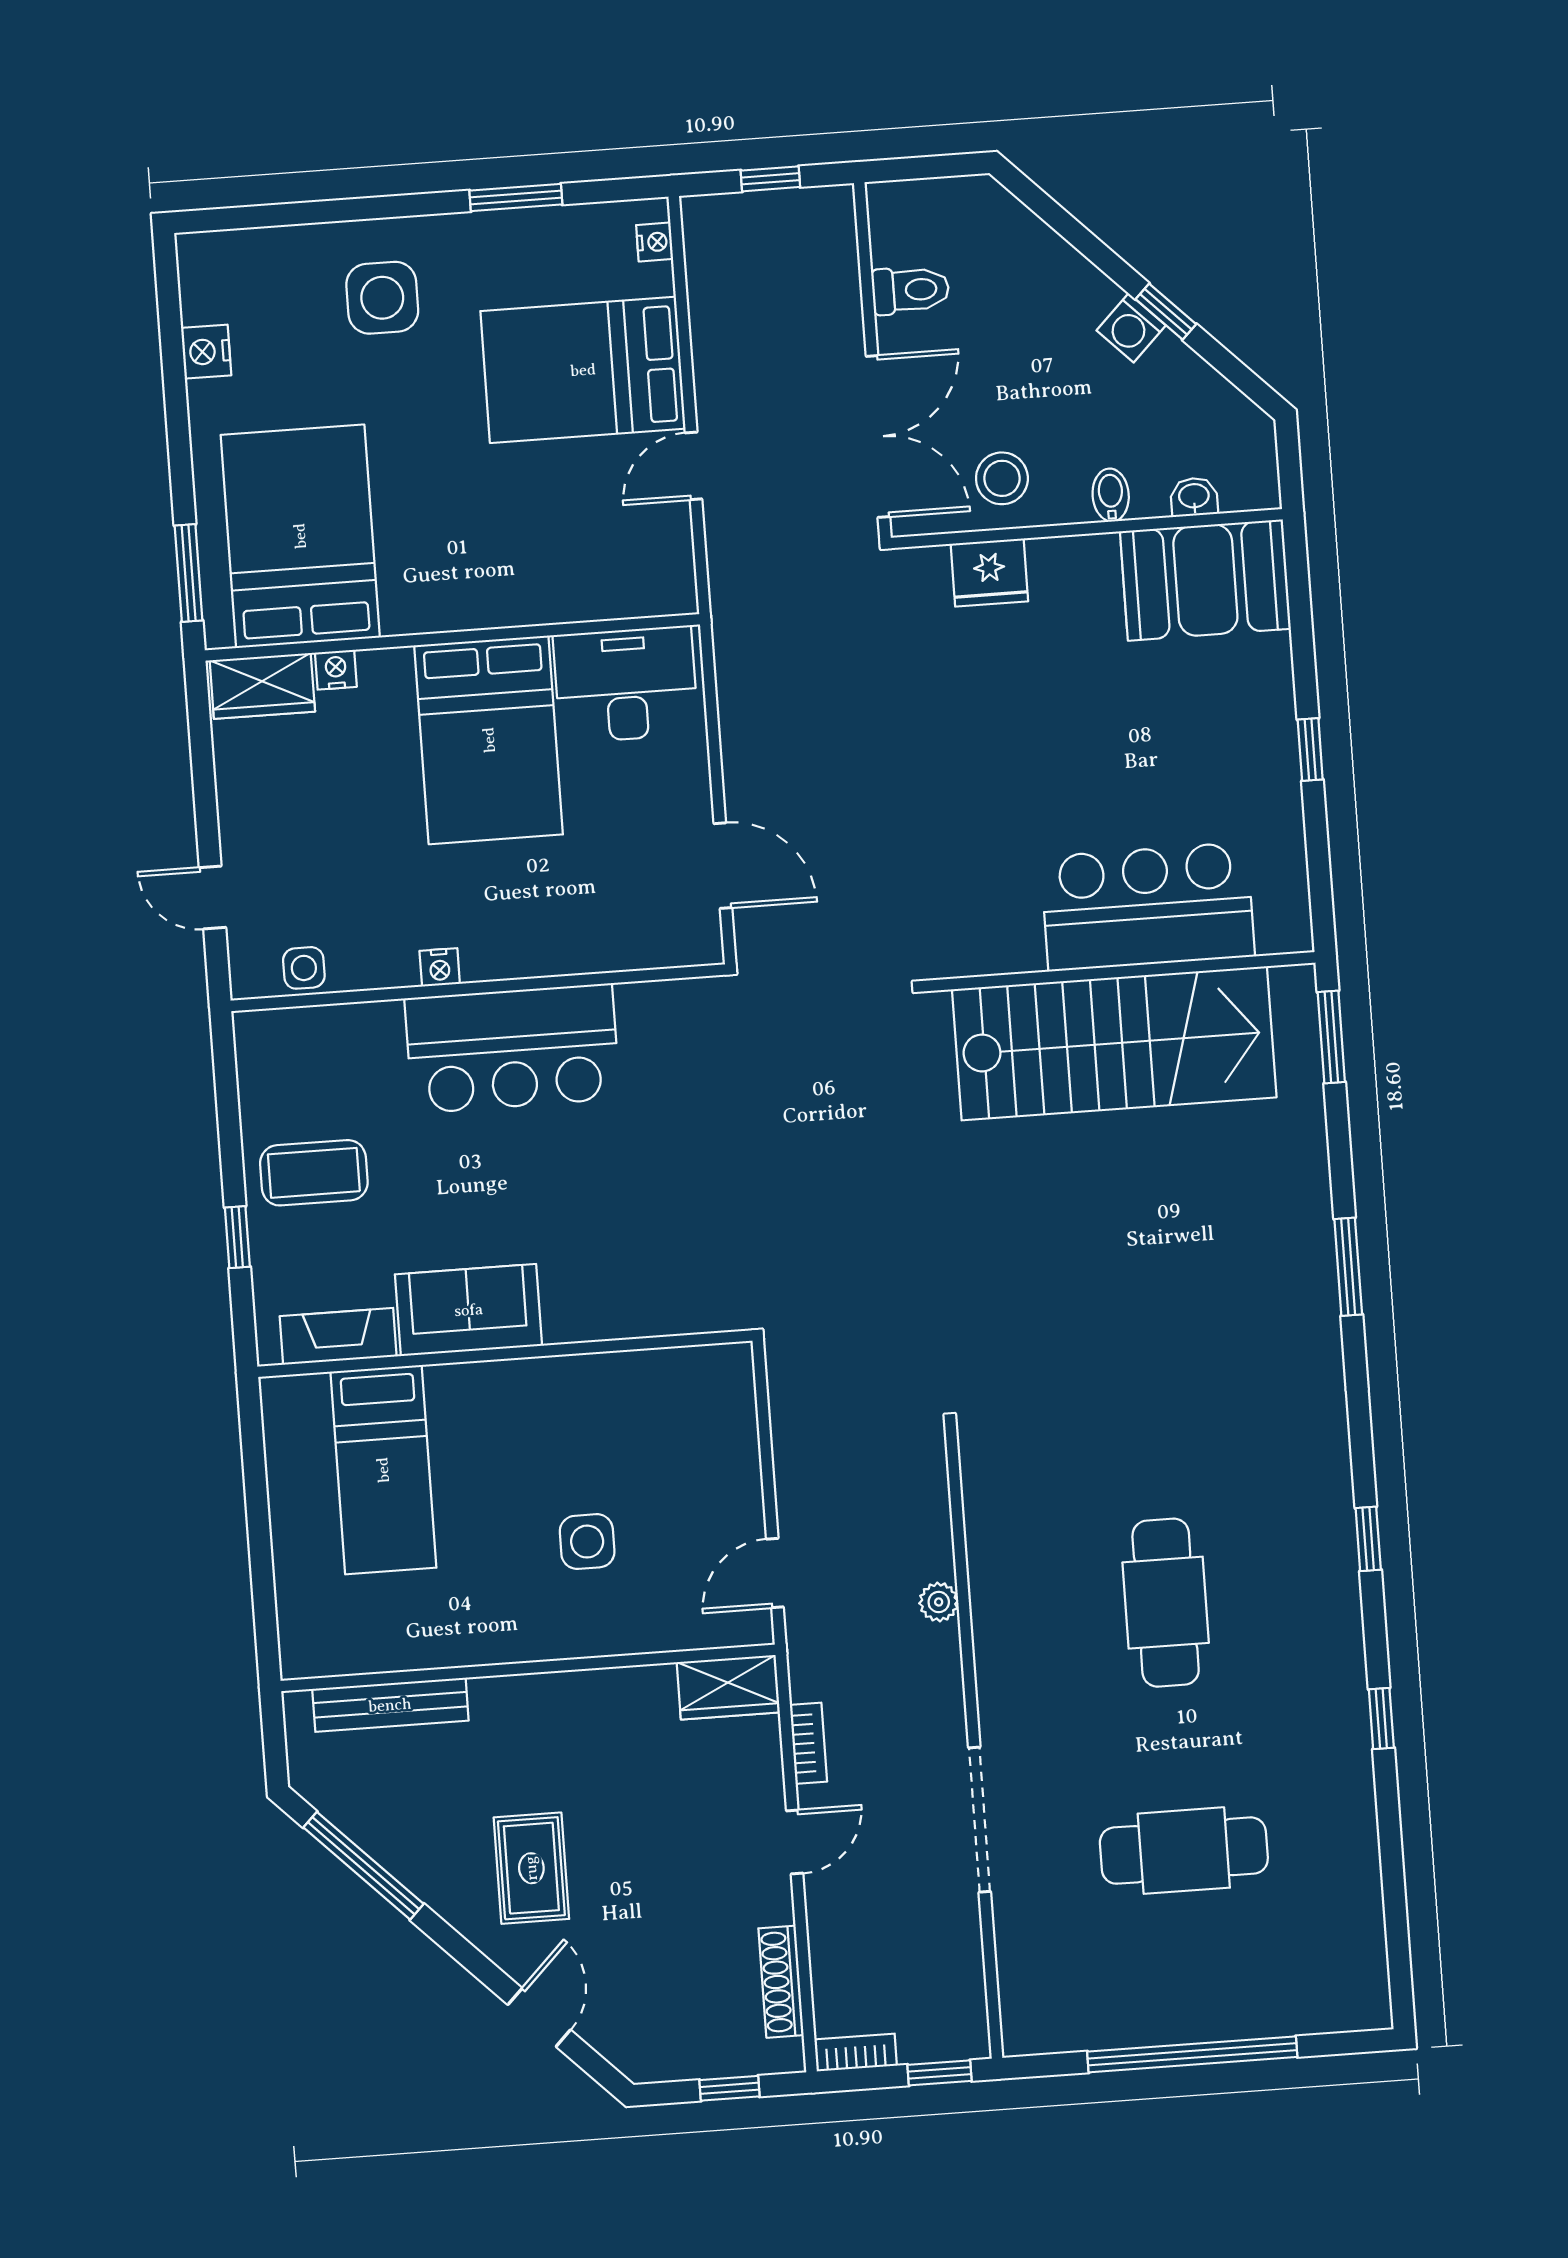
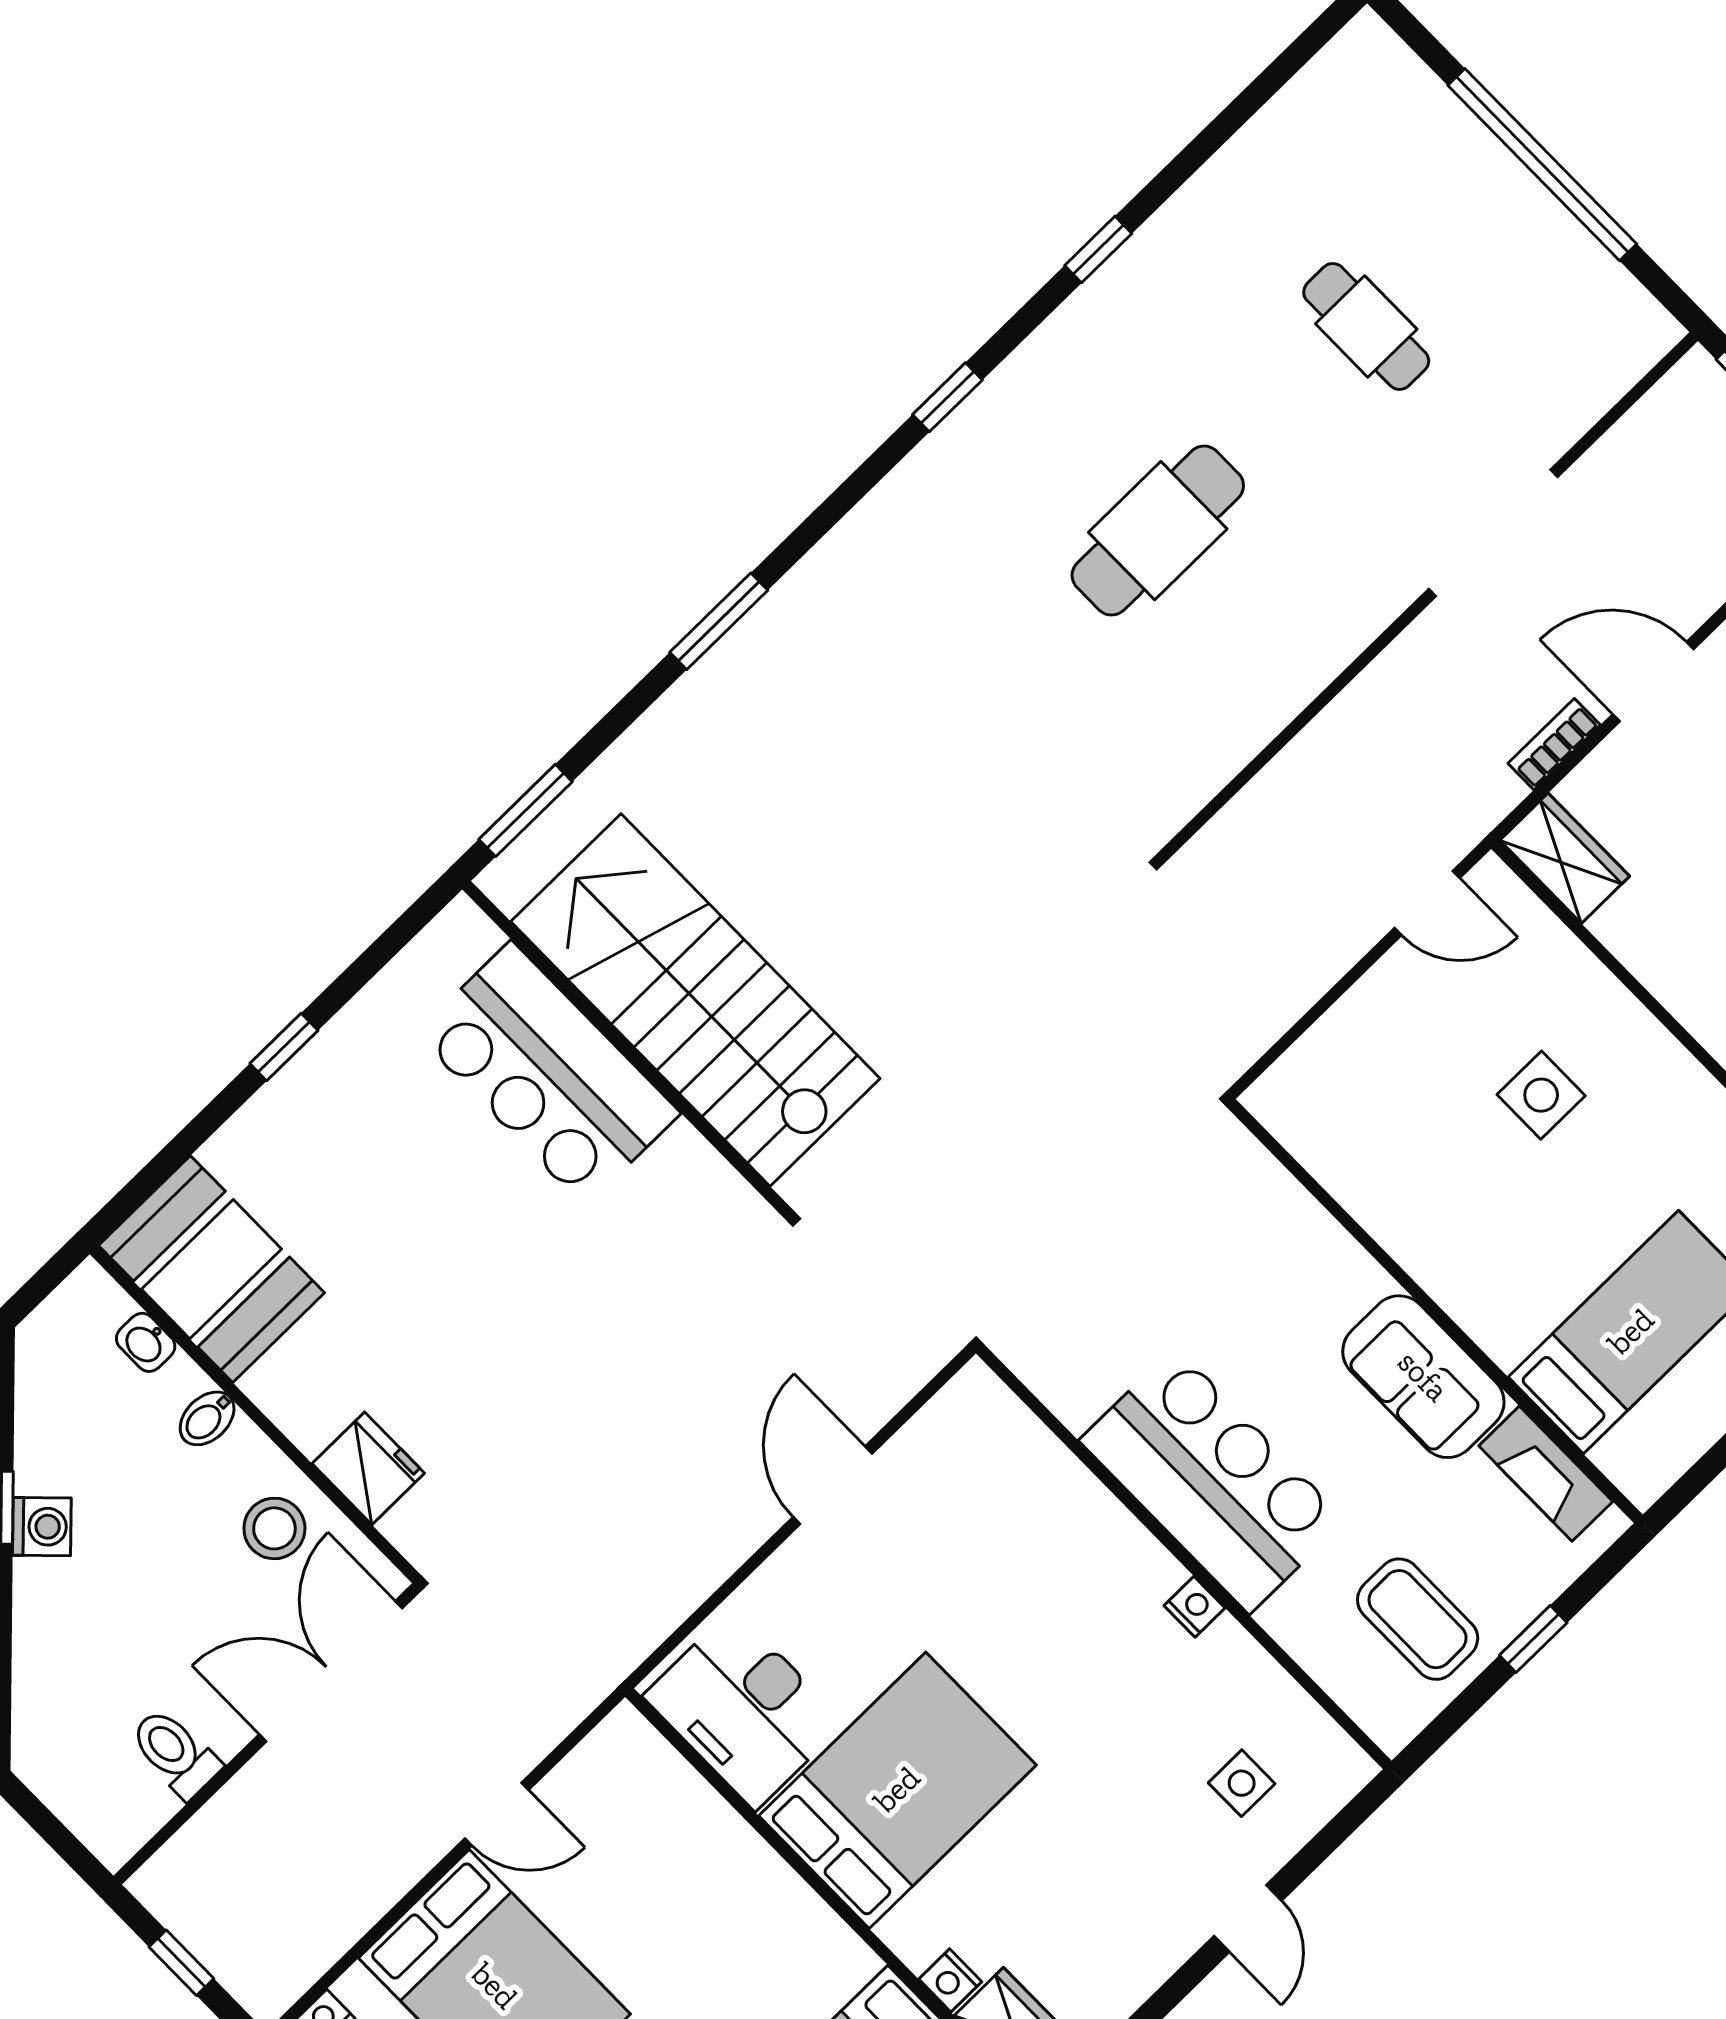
nightstand: (440, 967) -> (1195, 1607), moved
wall: (478, 988) -> (1184, 1557), moved
bar counter: (512, 1048) -> (1212, 1480), moved
plant: (939, 1602) -> (1329, 734), removed
door: (795, 1842) -> (1653, 682), width x1.38
cafe table: (1184, 1851) -> (1366, 326), width x0.73, depth x0.74

